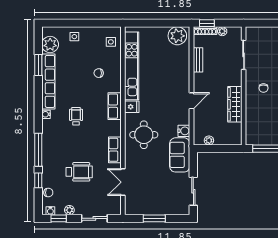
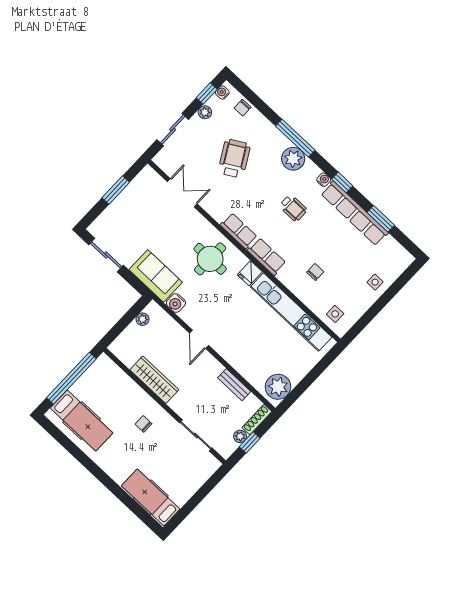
window: (207, 23) -> (250, 442), moved
plant: (50, 44) -> (293, 159), moved
row of seats: (115, 150) -> (239, 231), moved
wheelchair: (79, 172) -> (234, 158), turned 150
window: (38, 180) -> (342, 182), moved

